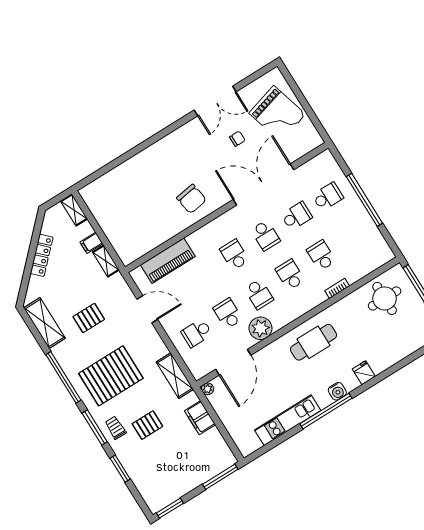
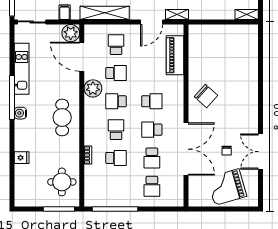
chair: (191, 199) -> (206, 96), turned -129
window: (364, 200) -> (115, 209), moved
filing cabinet: (91, 243) -> (218, 12), removed
shelving: (106, 261) -> (177, 14), moved
school desk: (290, 275) -> (116, 130), turned -90
fridge: (364, 373) -> (22, 158), moved
shelving: (175, 376) -> (105, 13), width x1.47
plant: (208, 389) -> (71, 33), width x1.88, depth x1.88
filing cabinet: (200, 418) -> (65, 12), width x0.50
sliding door: (229, 441) -> (32, 22), added

